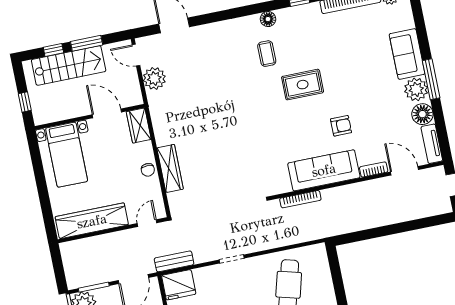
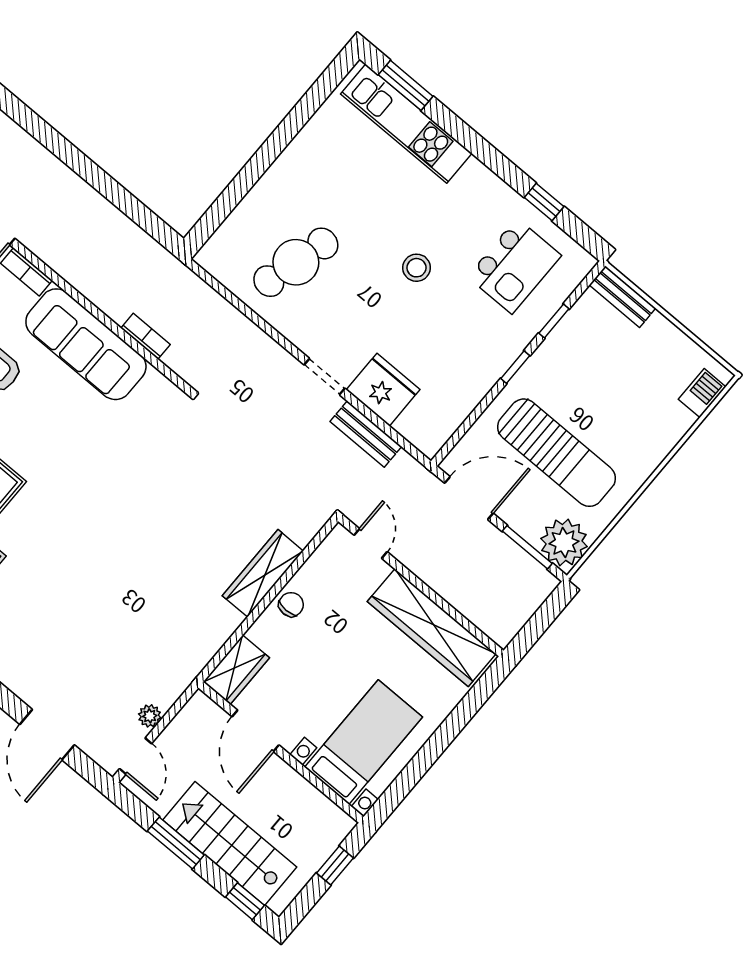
window: (53, 50) -> (245, 901), moved
plant: (154, 78) -> (150, 716), width x0.53, depth x0.53
bookcase: (300, 199) -> (145, 336), width x0.64
door: (147, 223) -> (371, 543), swing flipped
bench: (174, 261) -> (366, 434), moved
fridge: (179, 285) -> (383, 390), moved

